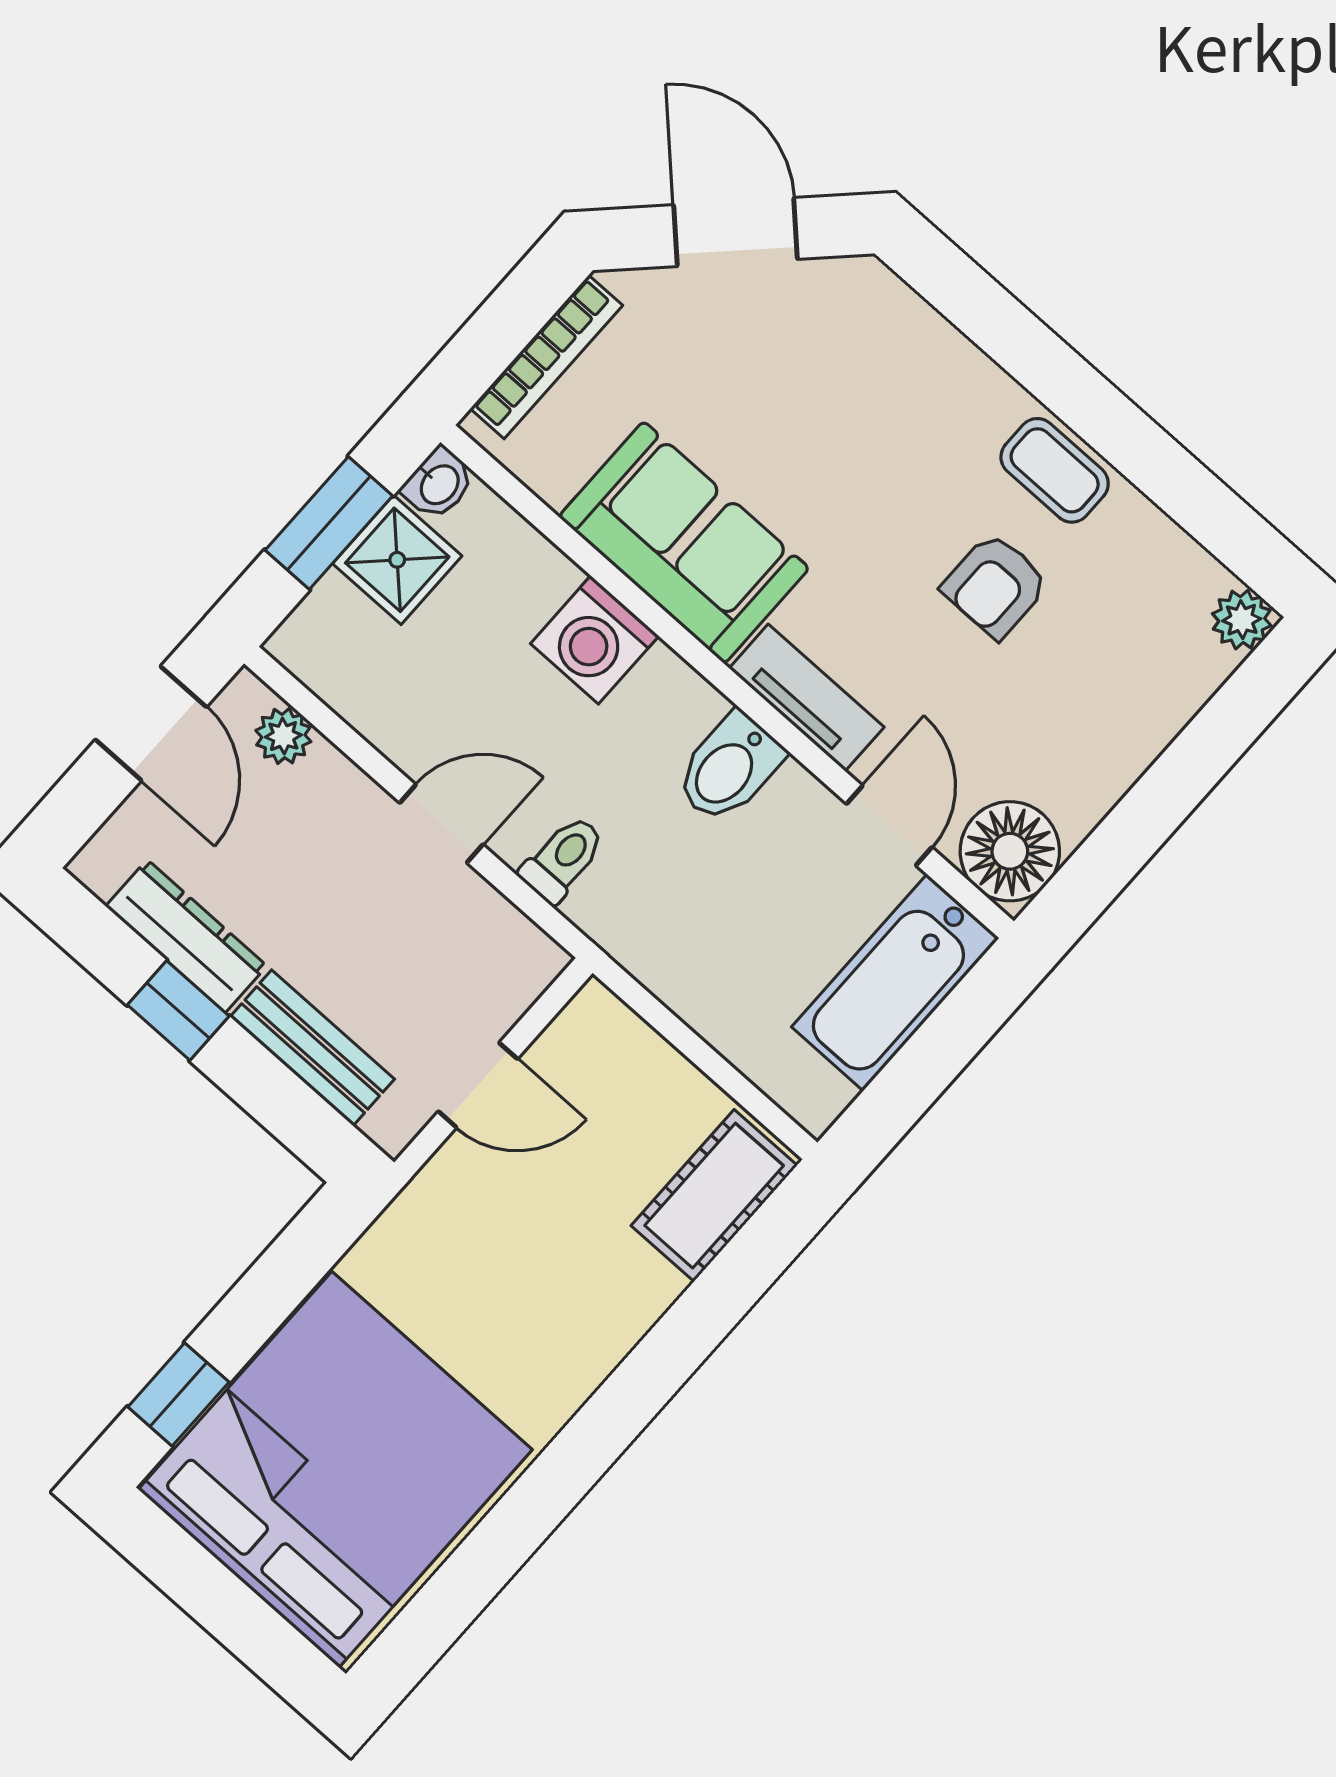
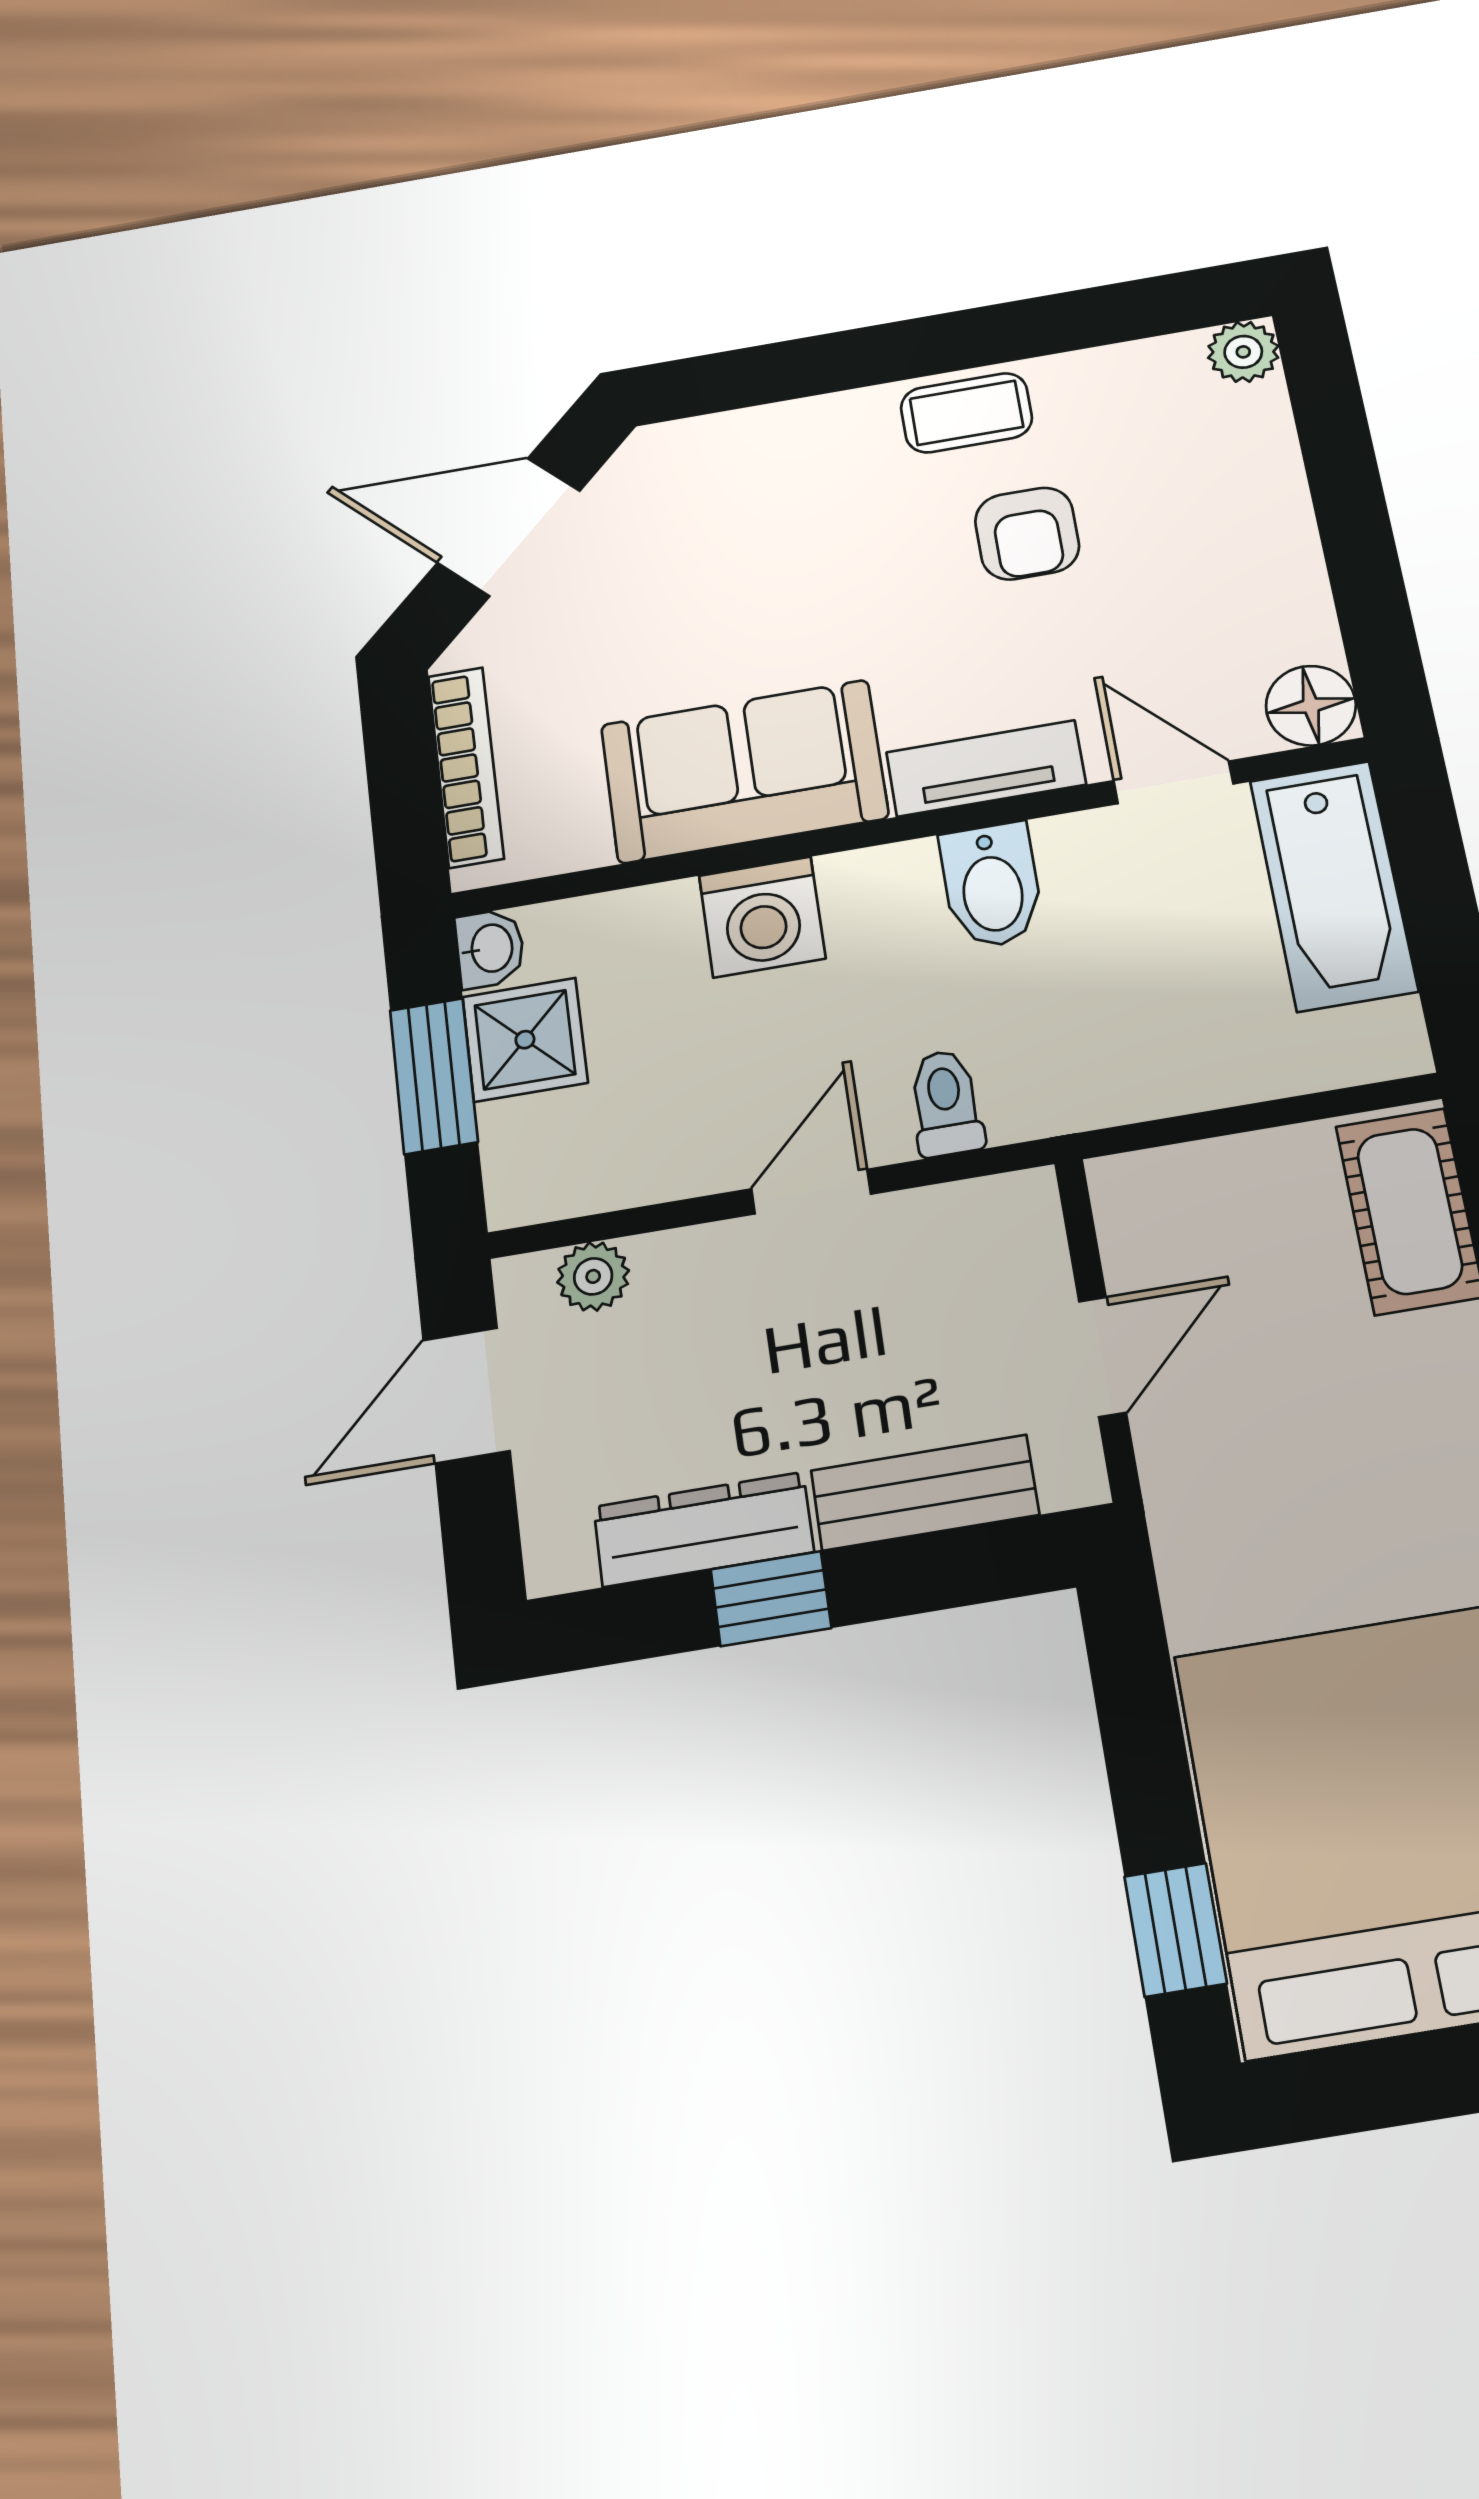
door: (151, 723) -> (466, 1395), swing flipped
floor lamp: (1010, 851) -> (1311, 706), width x0.73, depth x0.73

